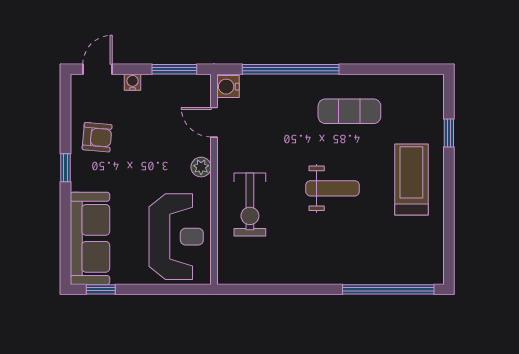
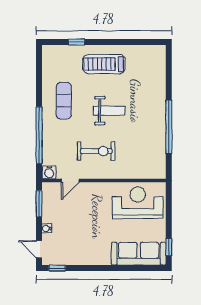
armchair: (97, 137) -> (79, 249), removed
plant: (201, 167) -> (97, 188), removed
window: (65, 168) -> (57, 268), moved
weight bench: (333, 188) -> (109, 111), turned 90
exercise bike: (250, 205) -> (96, 151), moved
window: (388, 289) -> (169, 127), moved

